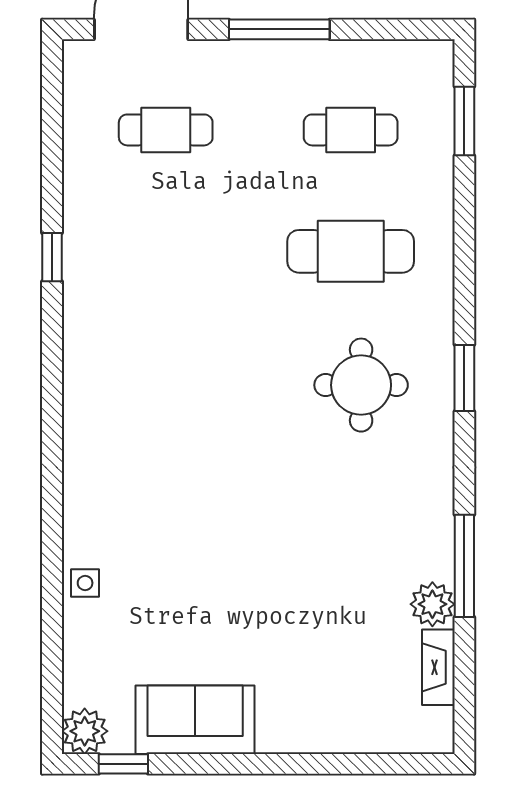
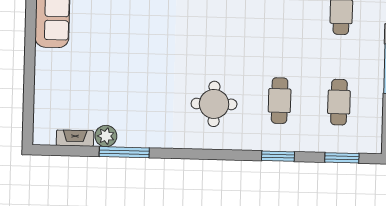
cafe table: (351, 251) -> (280, 101), width x0.73, depth x0.74
window: (464, 378) -> (278, 156), moved

